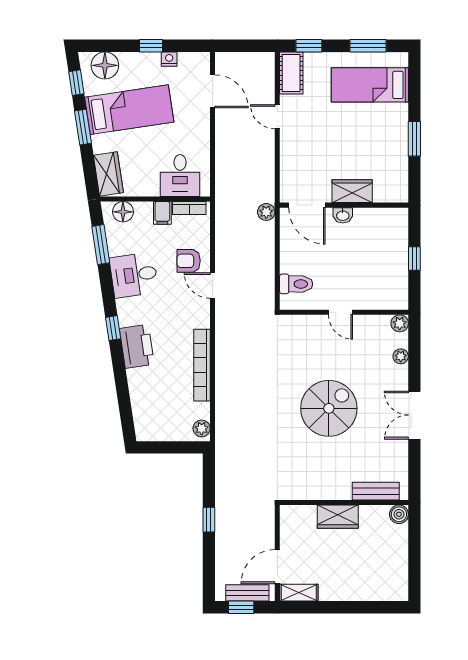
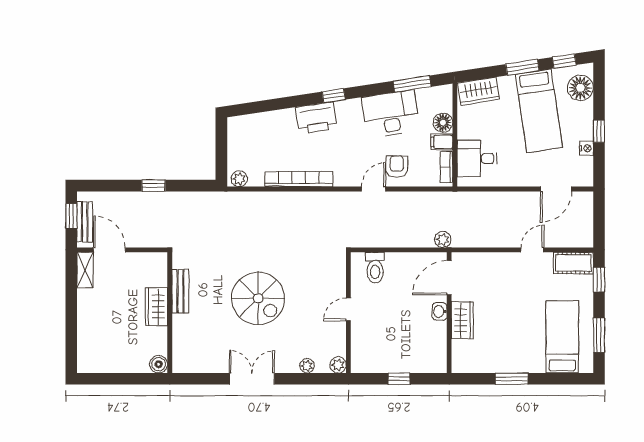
floor lamp: (123, 212) -> (443, 123), moved
desk: (134, 275) -> (391, 114), width x1.37
bench: (376, 491) -> (180, 291), moved

